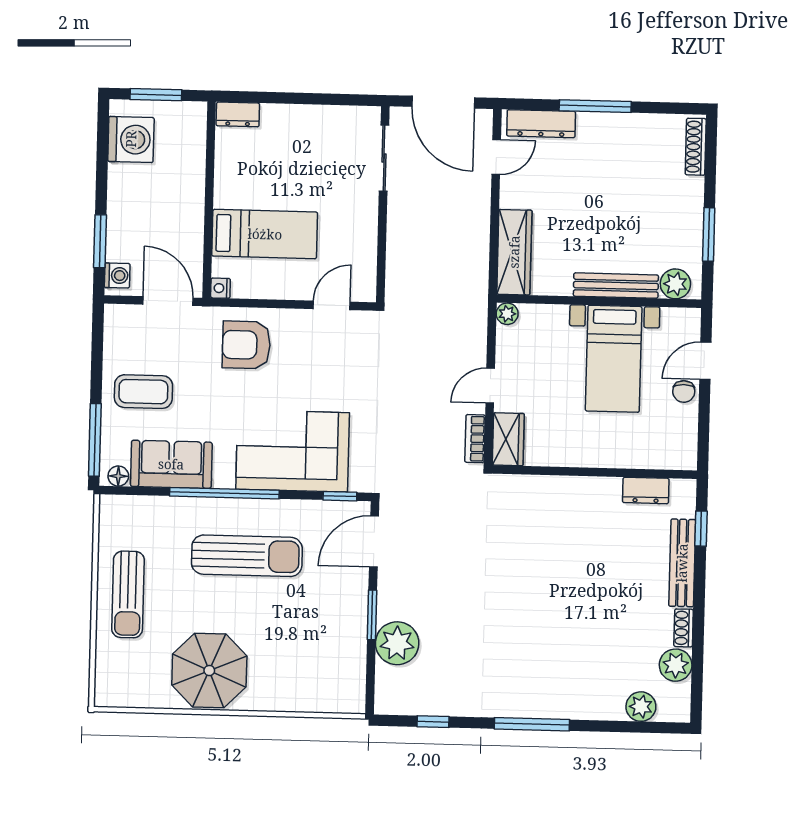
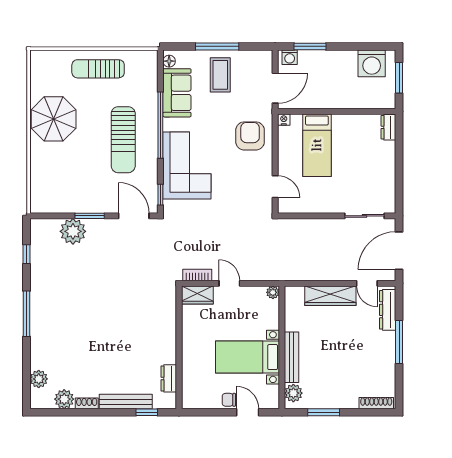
wardrobe: (514, 252) -> (330, 296), moved
window: (95, 440) -> (217, 46), moved

